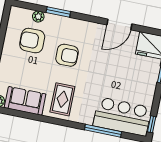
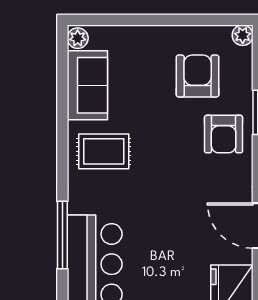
plant: (38, 17) -> (243, 35), moved
armchair: (67, 55) -> (224, 134), moved

